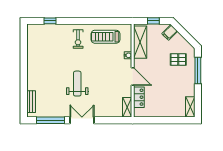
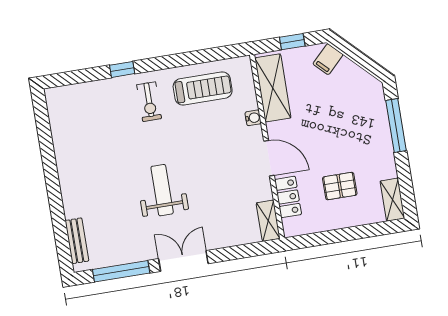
window: (50, 21) -> (122, 69), moved
treadmill: (105, 37) -> (203, 88), turned 180
pallet: (178, 59) -> (340, 186), moved

